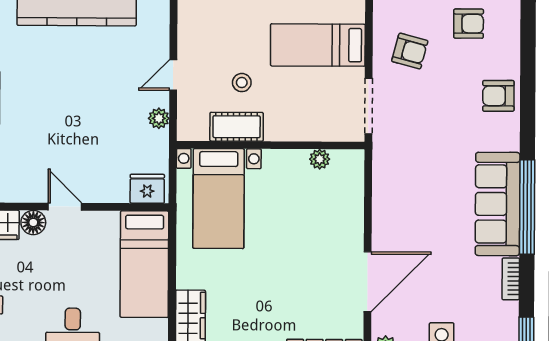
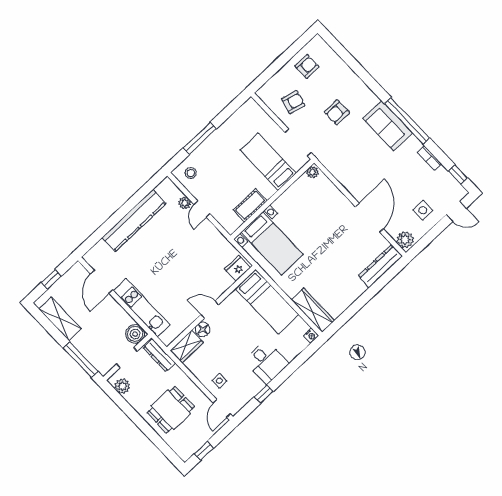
bed: (318, 45) -> (268, 162), moved, turned 90
stool: (242, 83) -> (191, 173), moved
armchair: (498, 96) -> (337, 112), moved
plant: (159, 118) -> (185, 203), moved
plant: (320, 159) -> (312, 172), moved
sofa: (498, 204) -> (388, 126), width x0.73

